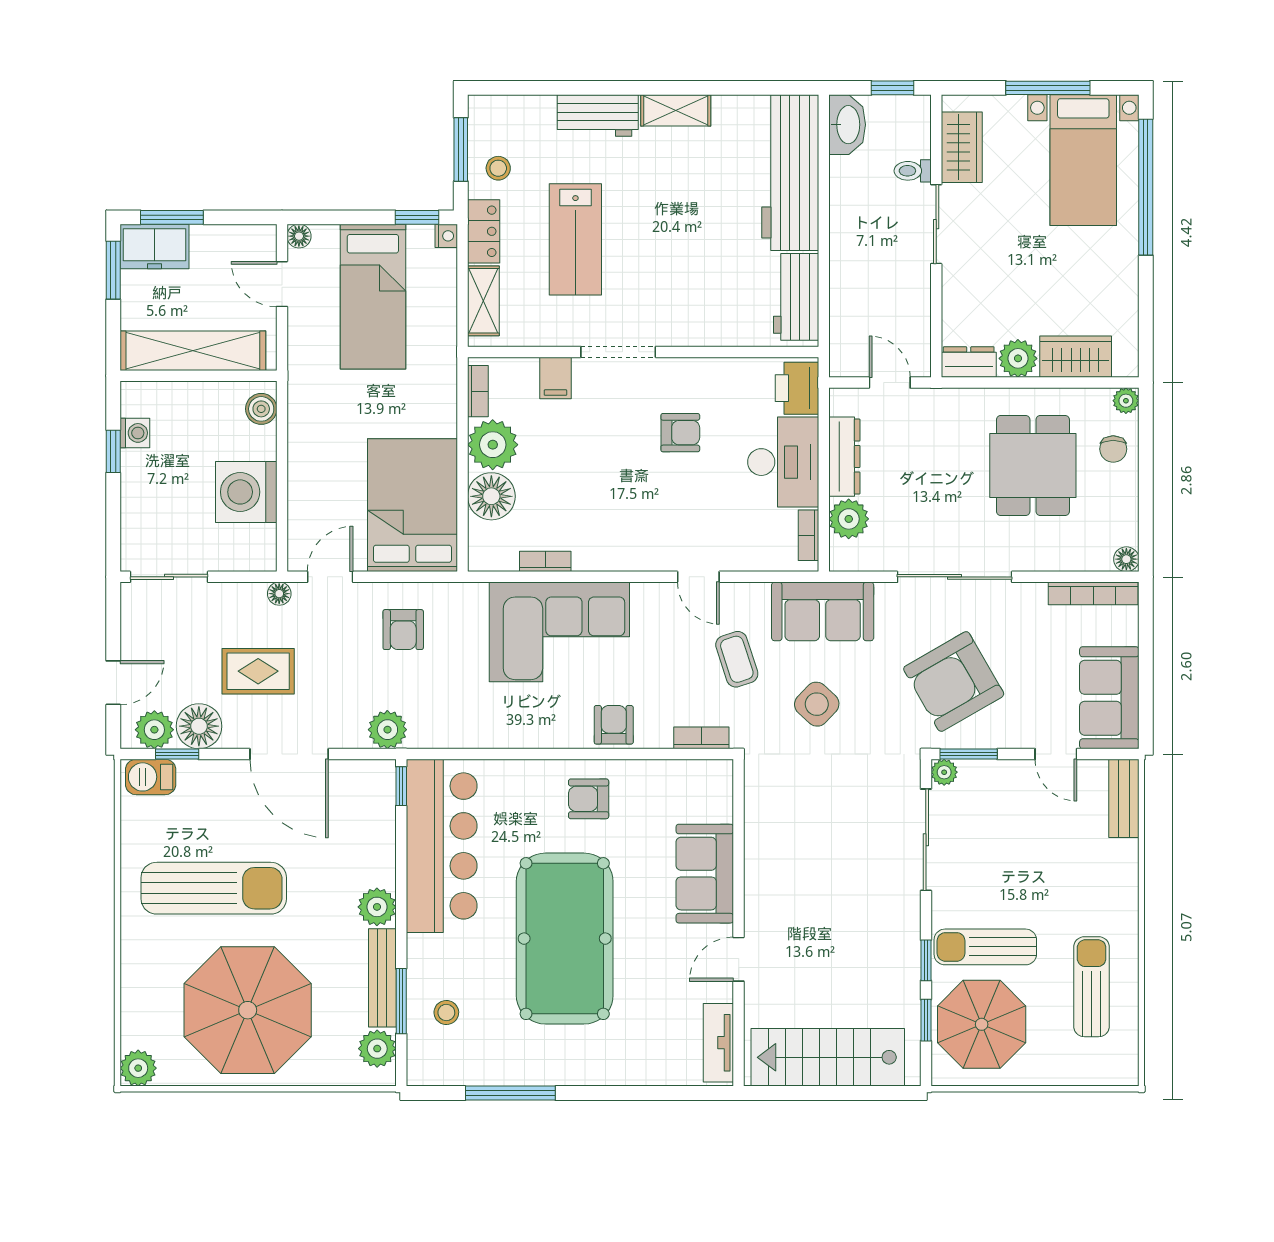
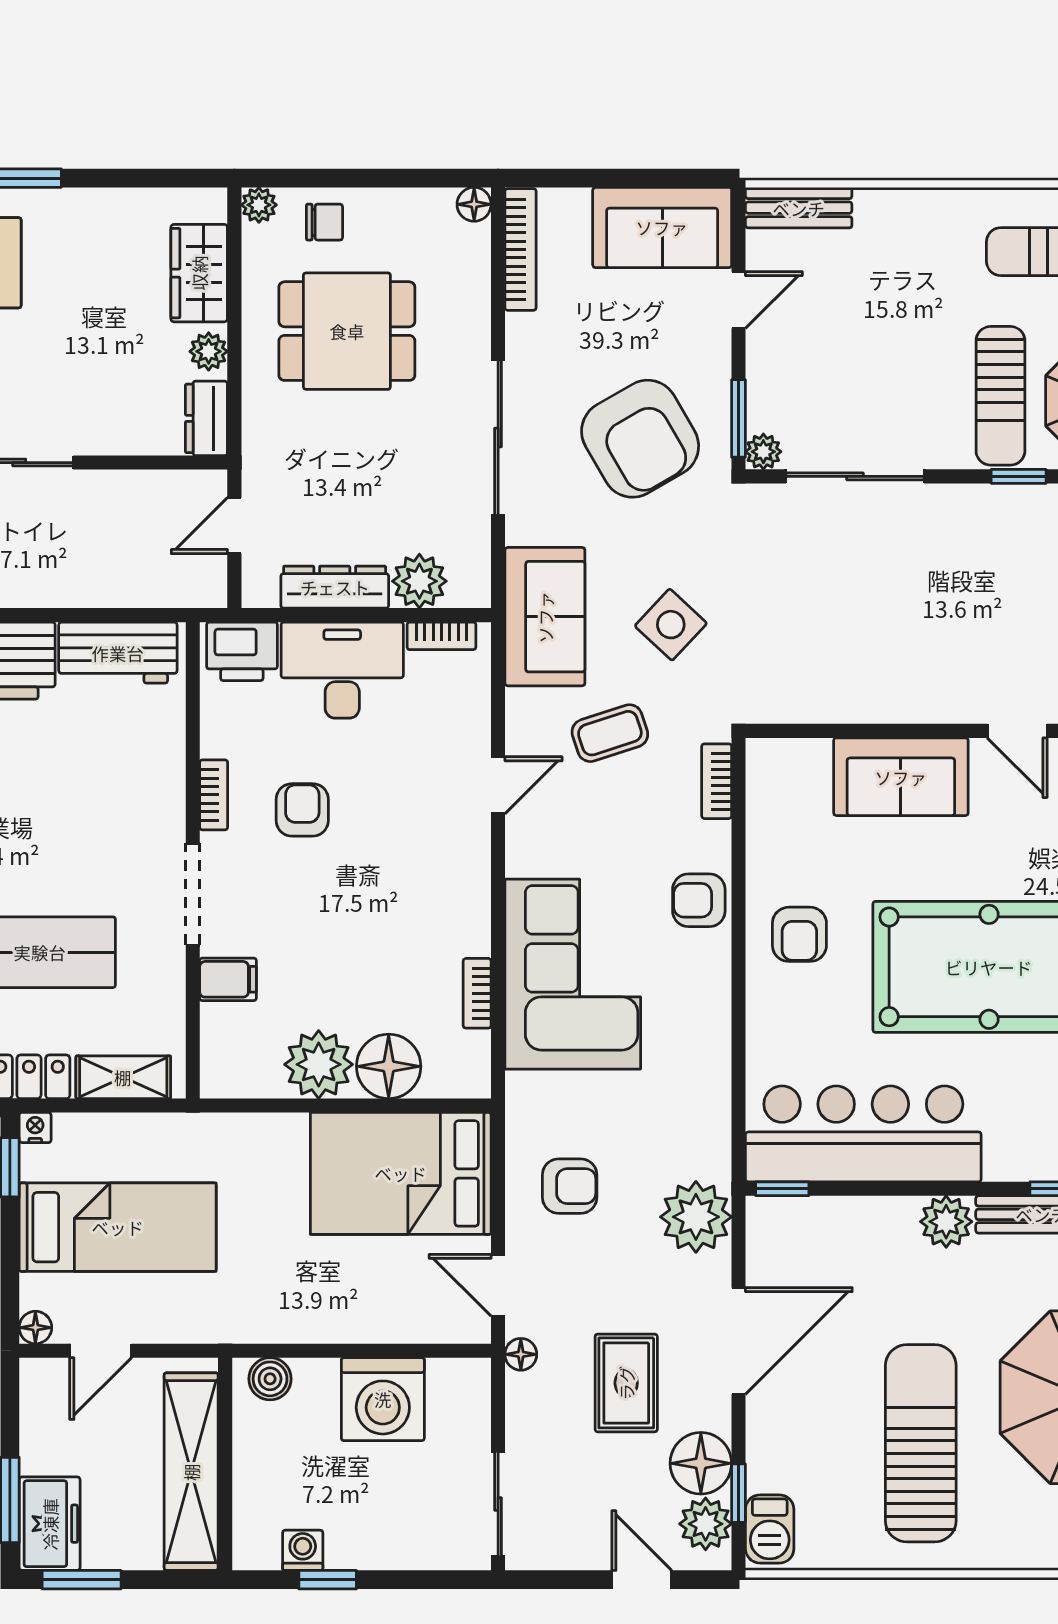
plant: (1018, 358) -> (209, 351), width x0.73, depth x0.73
bookcase: (478, 391) -> (214, 795), moved, turned 90
plant: (387, 730) -> (696, 1217), width x1.36, depth x1.36

